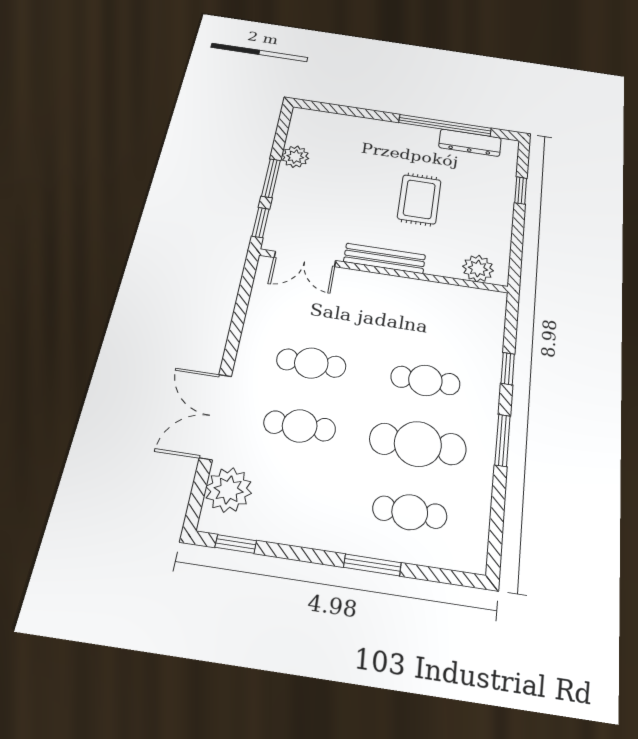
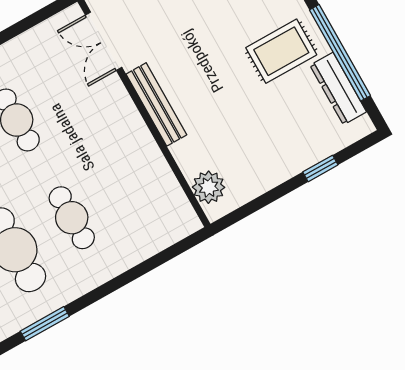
rug: (419, 199) -> (281, 51), moved
window: (508, 369) -> (133, 274), removed
window: (503, 440) -> (45, 324), moved

